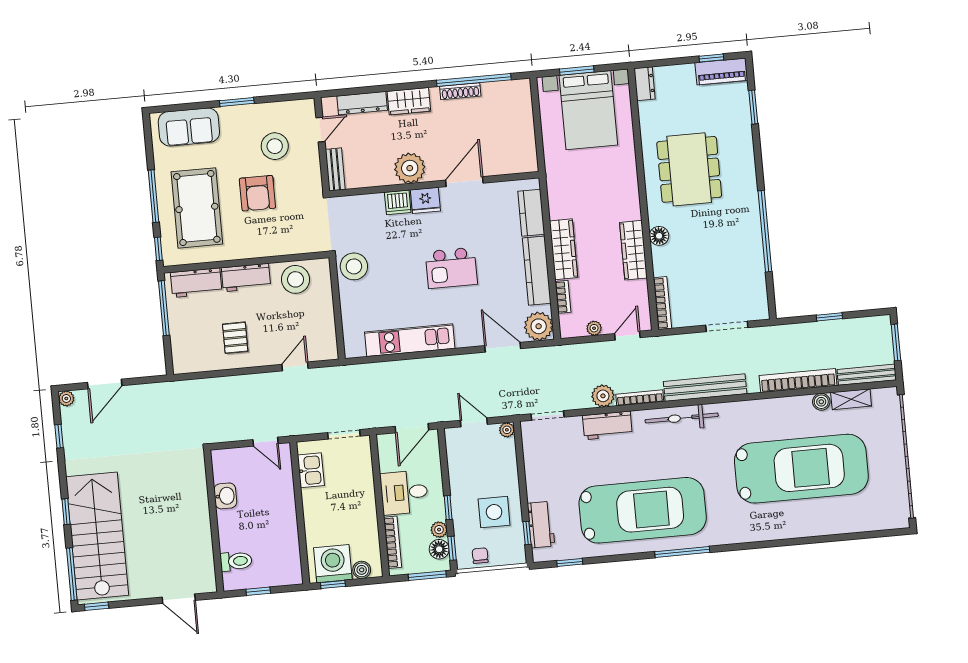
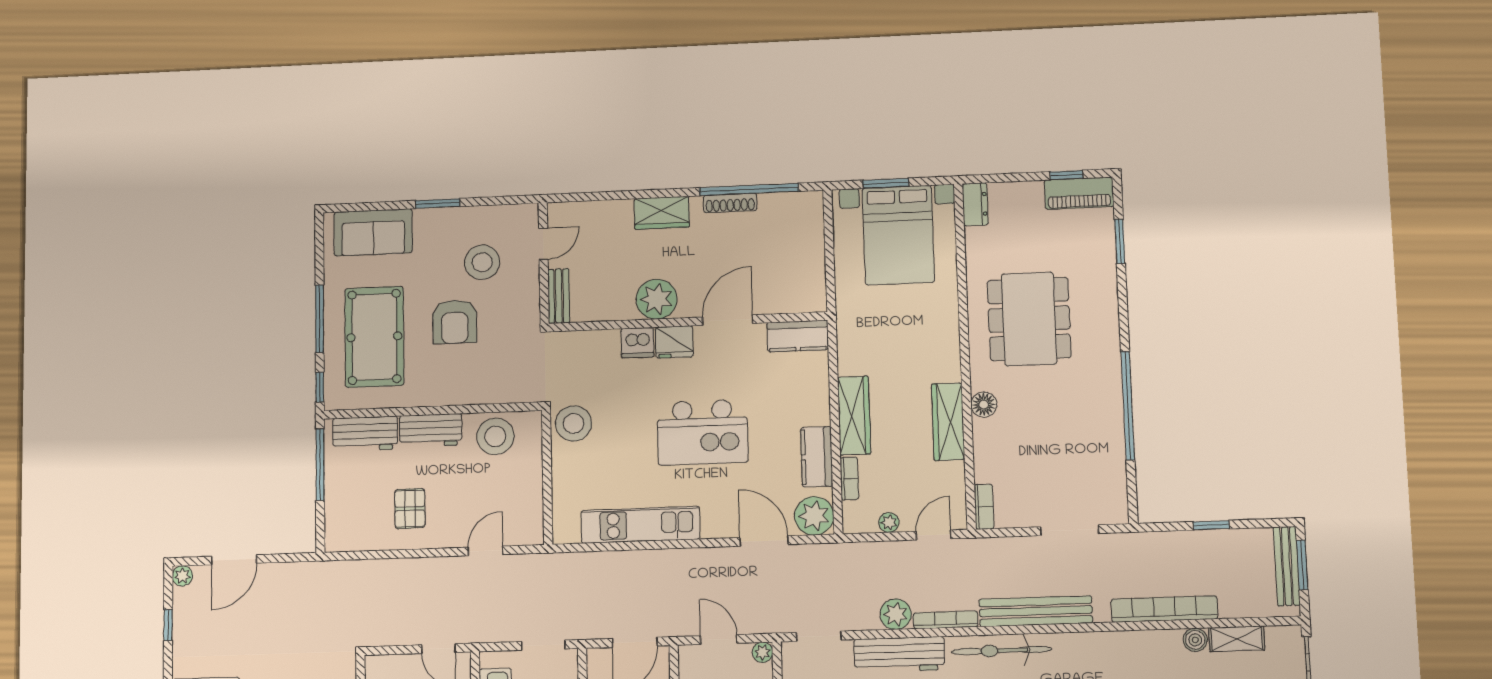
dresser: (362, 103) -> (600, 212), removed
kitchen counter: (531, 213) -> (798, 336), moved, turned -90
kitchen island: (451, 268) -> (702, 432), width x1.37, depth x1.28
kitchen counter: (537, 271) -> (817, 457), width x0.67
bookcase: (662, 303) -> (984, 507), width x0.64
bench: (867, 375) -> (1287, 566), moved, turned 90
workbench: (607, 425) -> (899, 654), width x1.38

